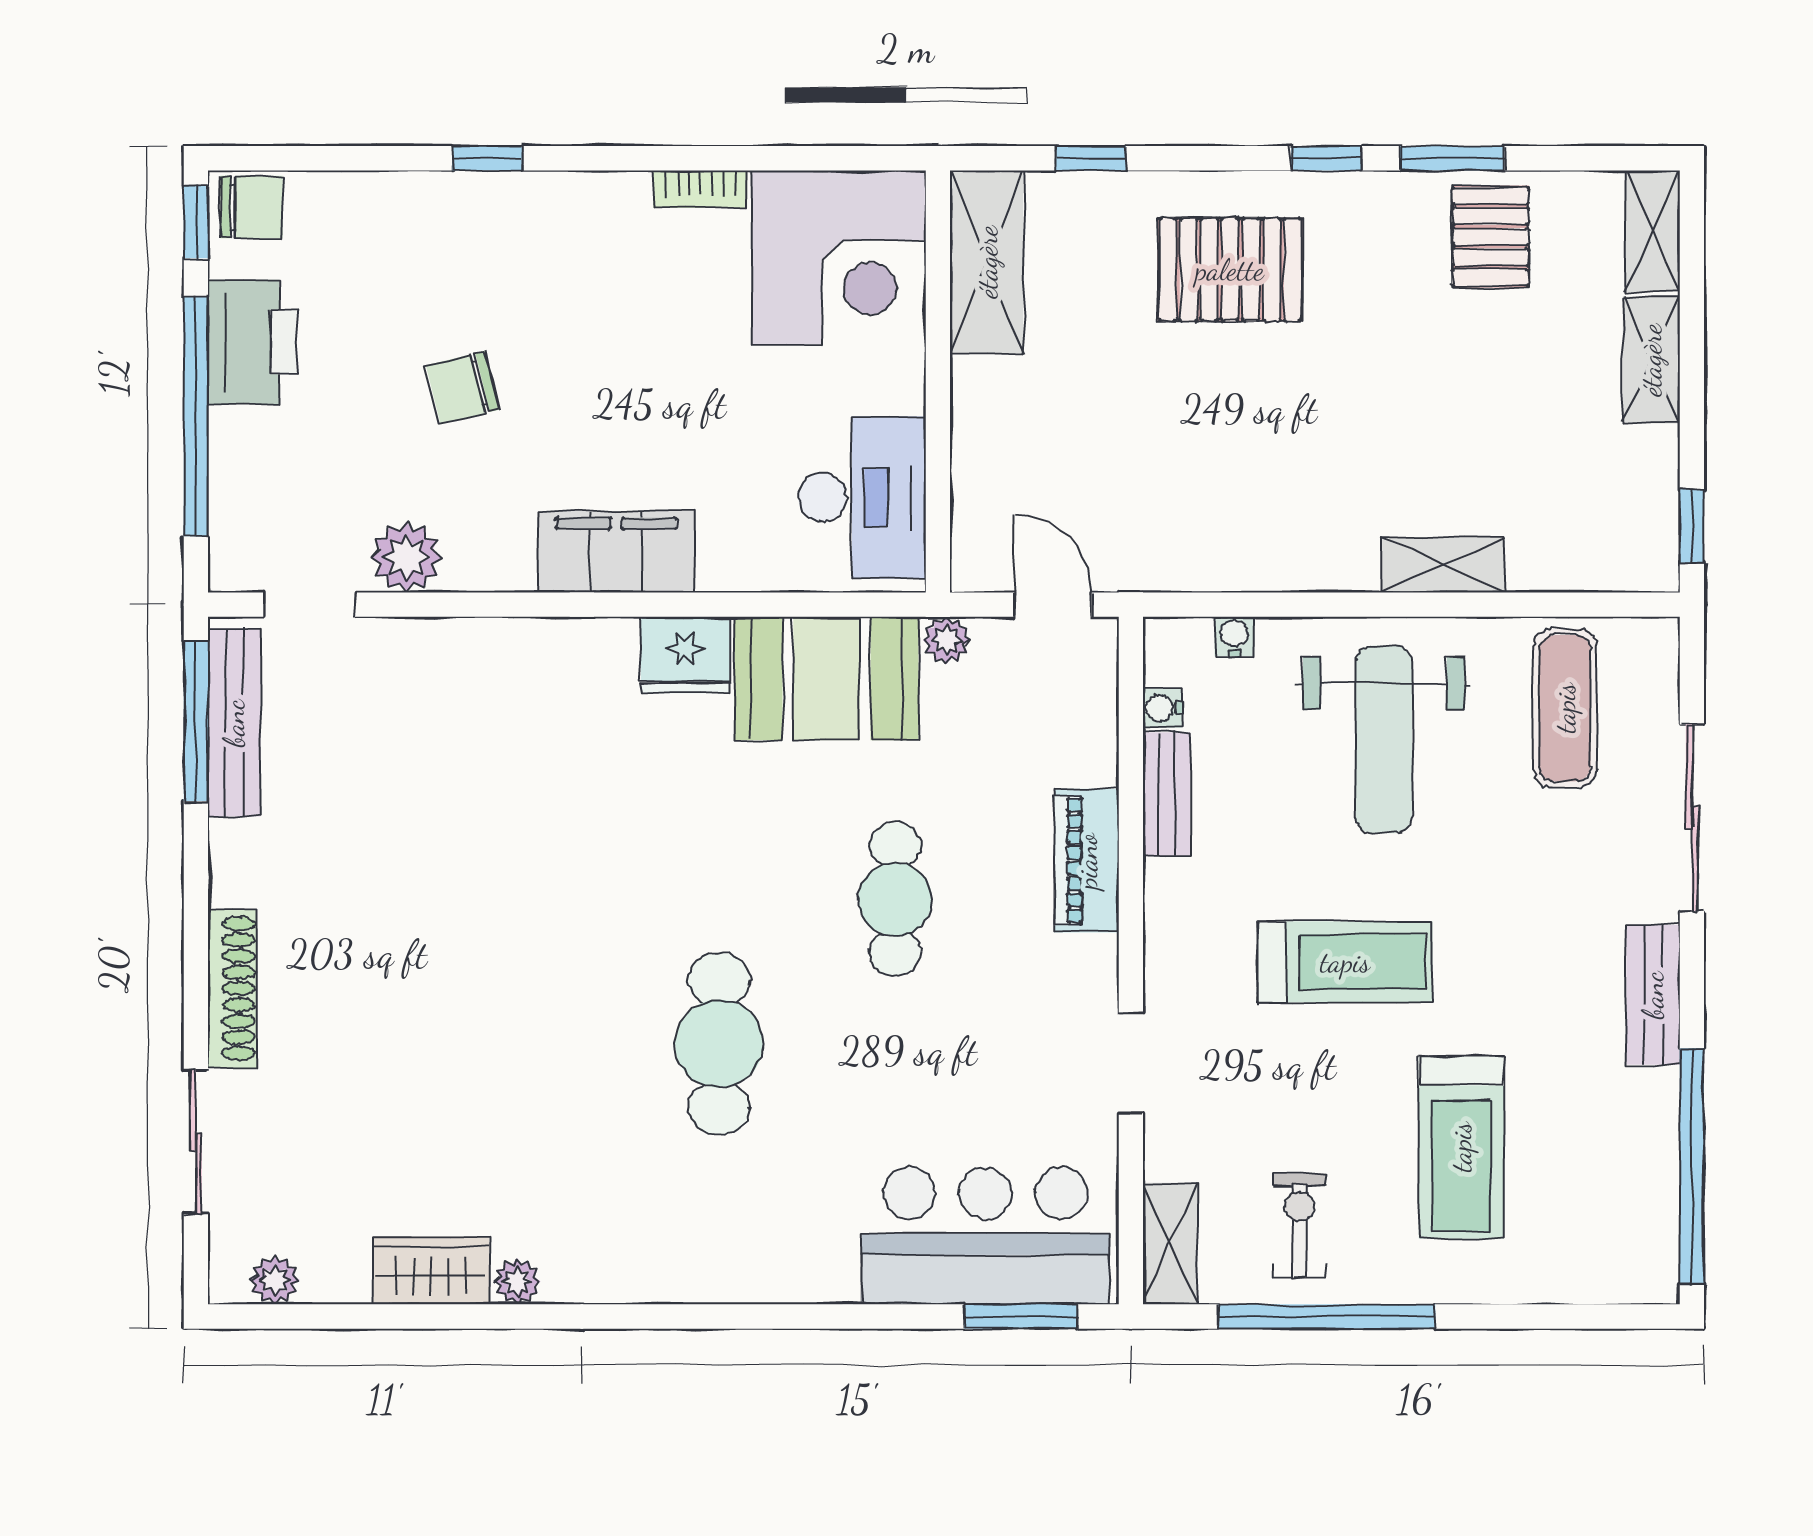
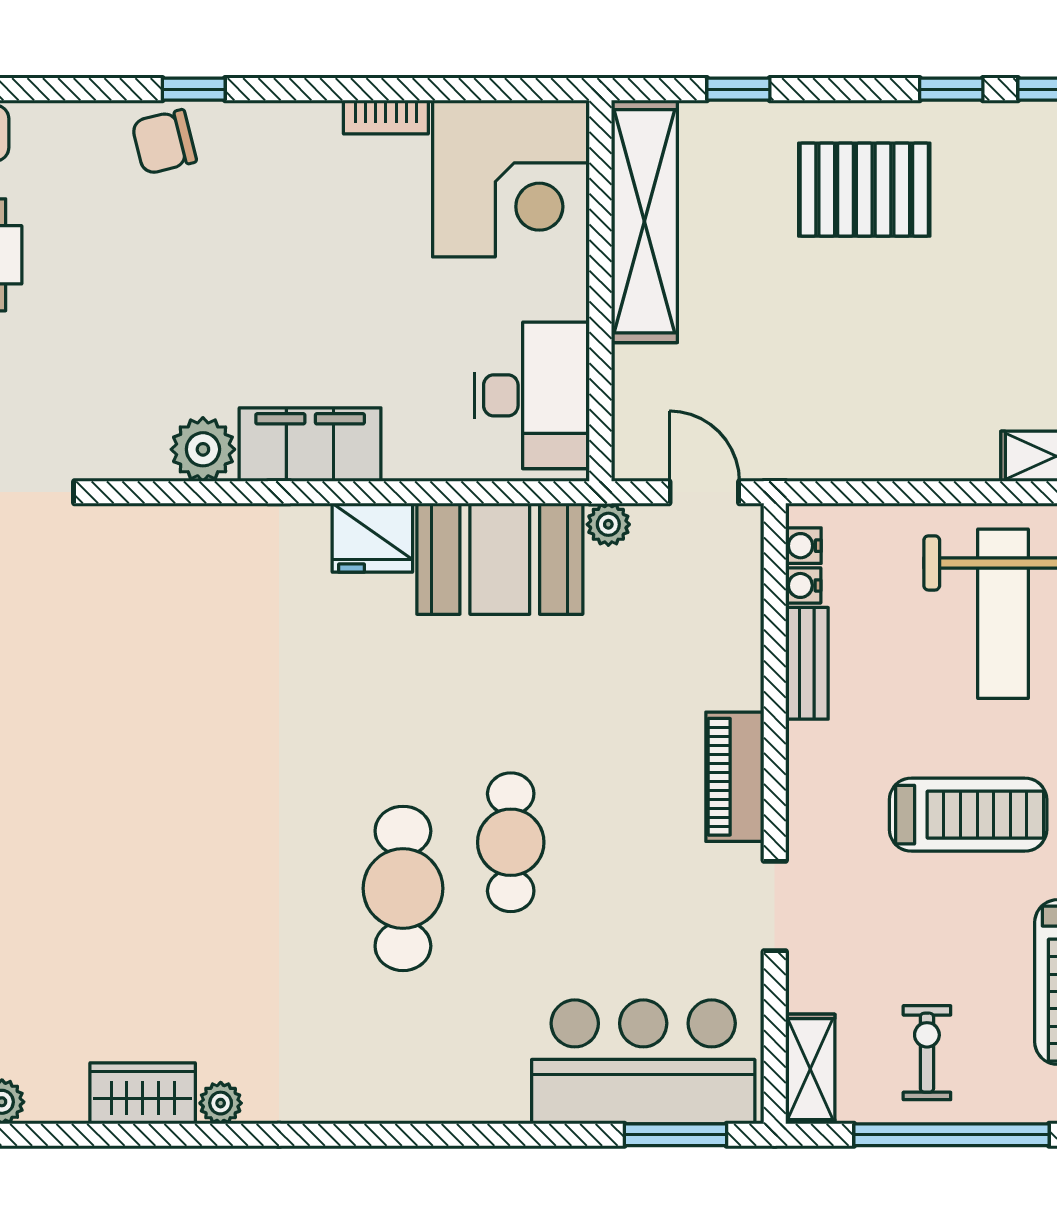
shelving: (987, 262) -> (644, 221), width x1.47
chair: (463, 388) -> (164, 142), moved
plant: (406, 557) -> (203, 449), moved
water cooler: (1234, 636) -> (803, 546), moved, turned -90
piano: (1087, 861) -> (735, 777), moved
cafe table: (895, 899) -> (511, 842), moved

